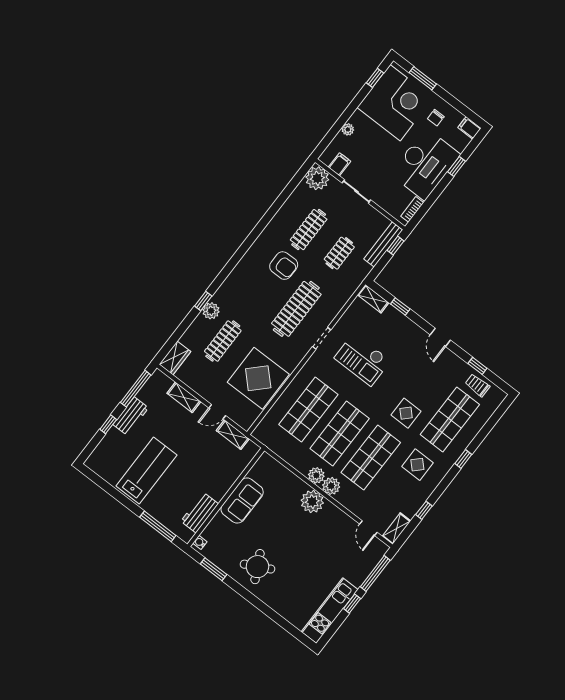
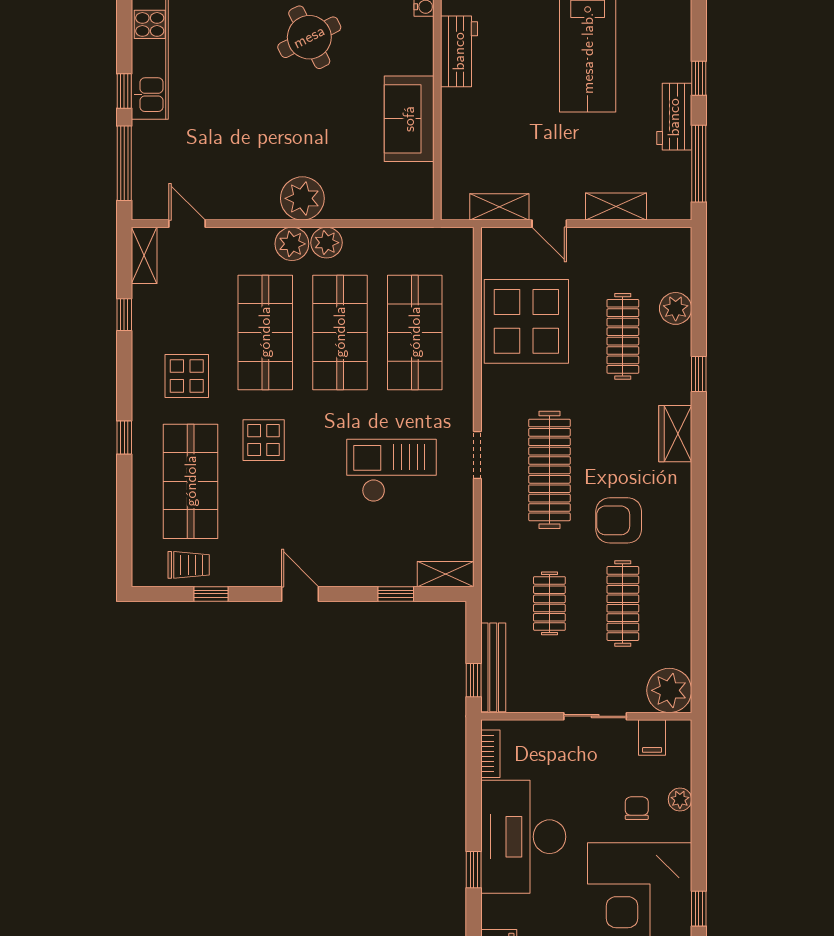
chair: (436, 118) -> (637, 808), moved
plant: (211, 311) -> (676, 308), moved
wardrobe: (175, 358) -> (675, 434), moved
door: (217, 412) -> (549, 224), swing flipped

